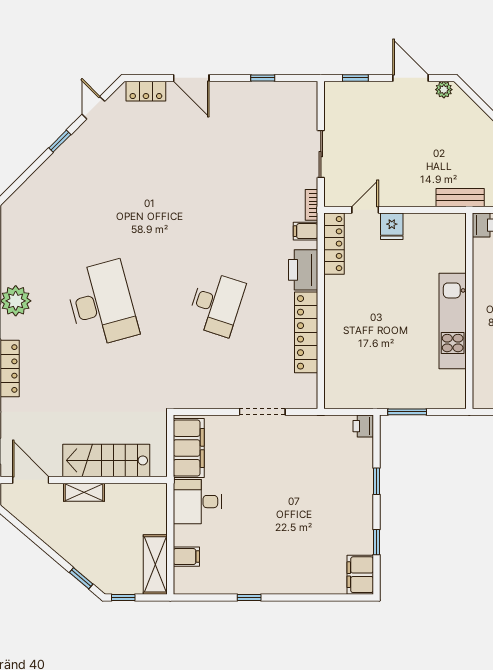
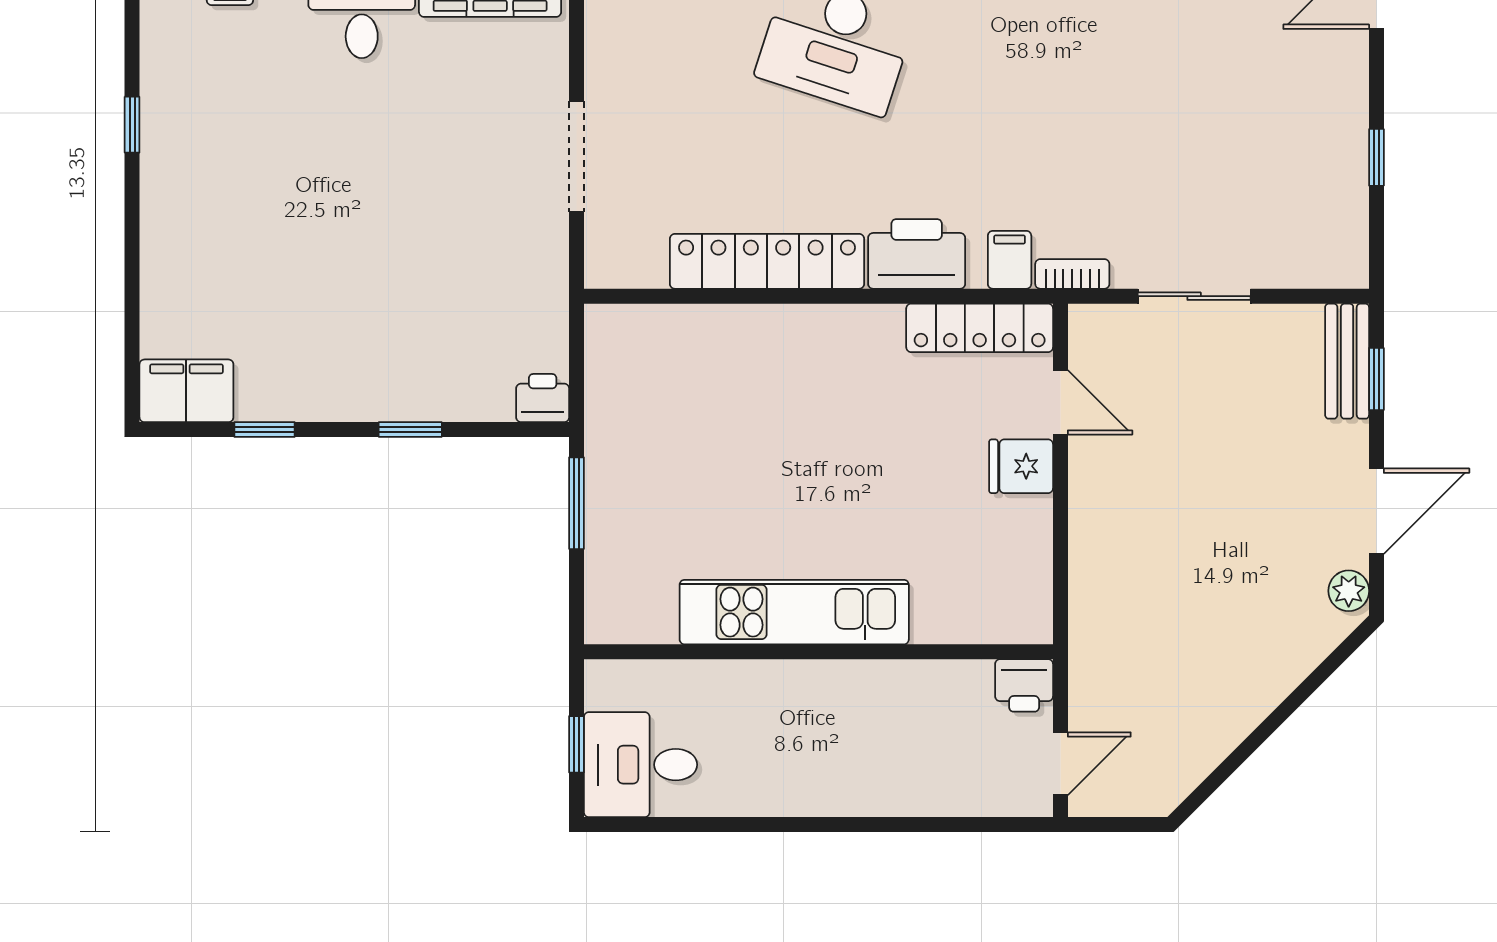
bench: (460, 198) -> (1347, 361), moved

